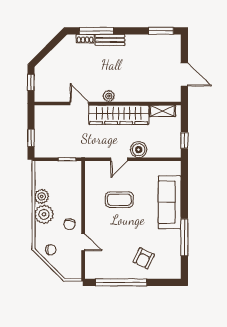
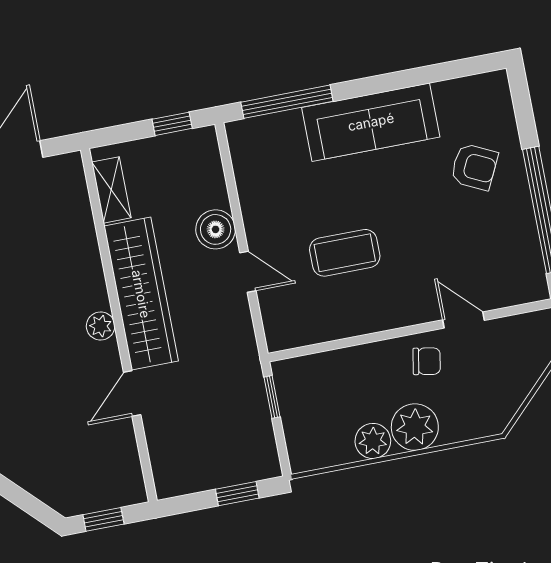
coffee table: (119, 200) -> (345, 253), turned 90
sofa: (170, 202) -> (371, 122), moved
window: (184, 237) -> (287, 102), moved
door: (83, 242) -> (463, 320), hinge flipped
chair: (51, 250) -> (497, 394), removed

